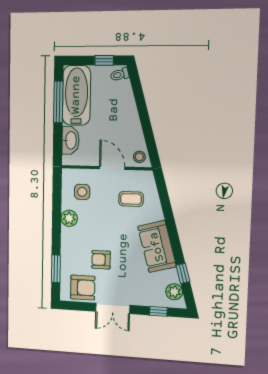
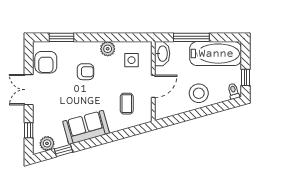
window: (58, 102) -> (191, 37), moved
washbasin: (70, 140) -> (162, 54), moved, turned -90
stool: (139, 157) -> (199, 93), moved, width x1.89, depth x1.89
armchair: (101, 260) -> (85, 72), moved, turned 90

